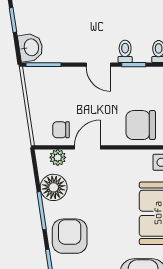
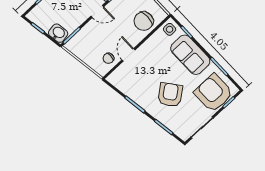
plant: (58, 157) -> (119, 73), removed
floor lamp: (54, 187) -> (130, 88), removed
armchair: (70, 236) -> (170, 95), moved, turned 52

